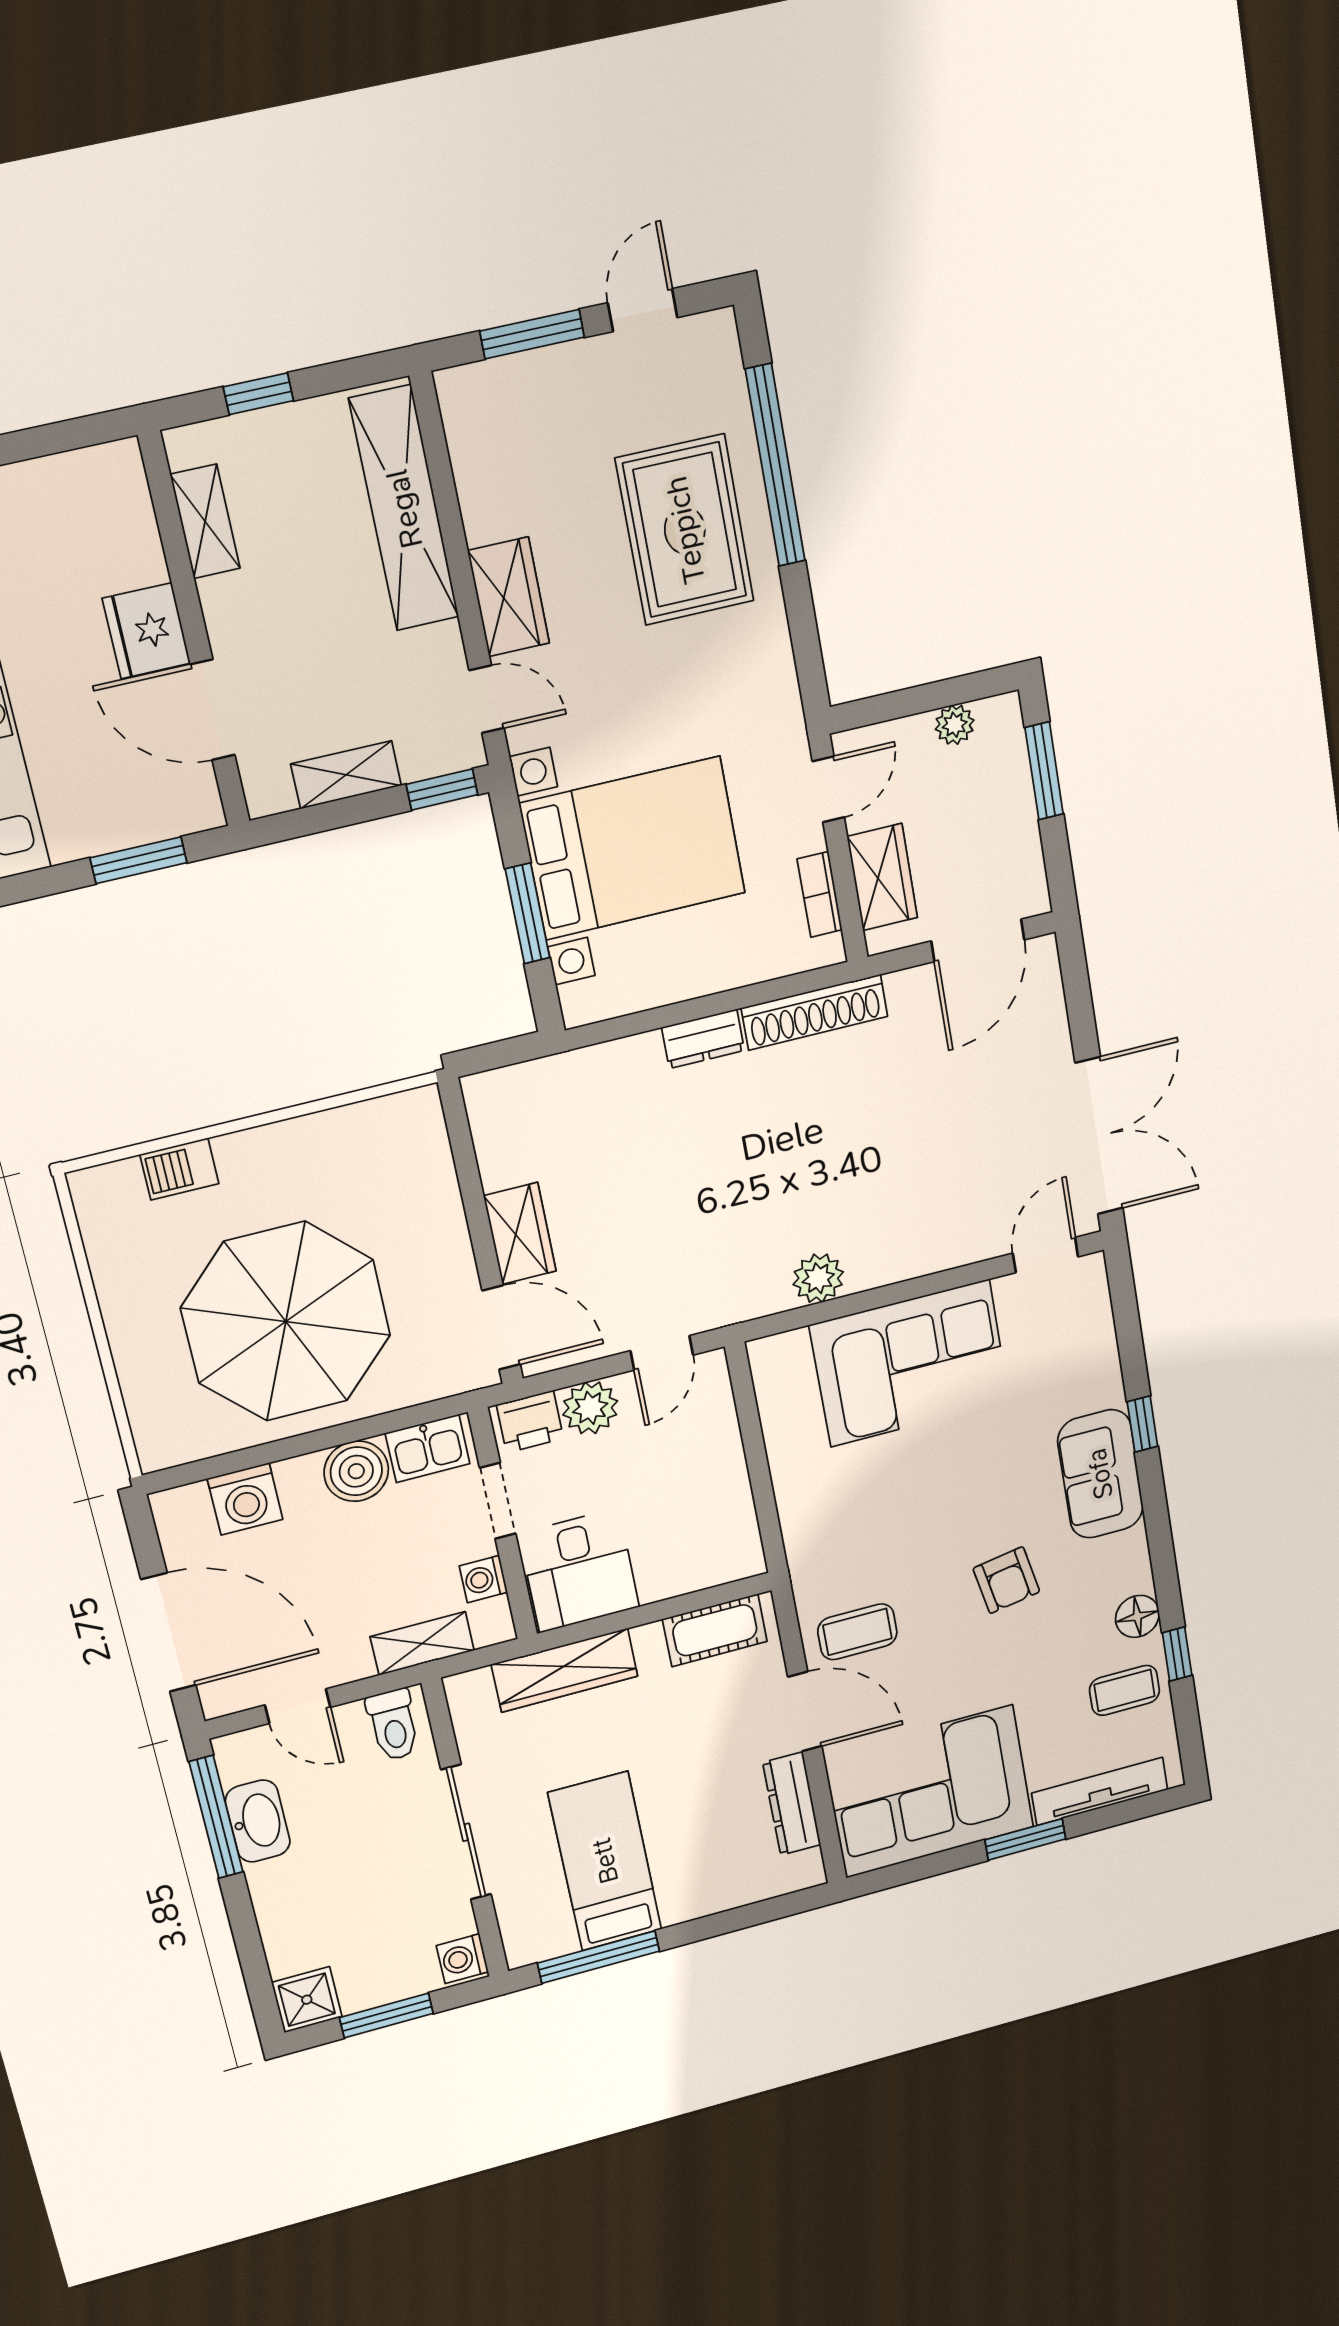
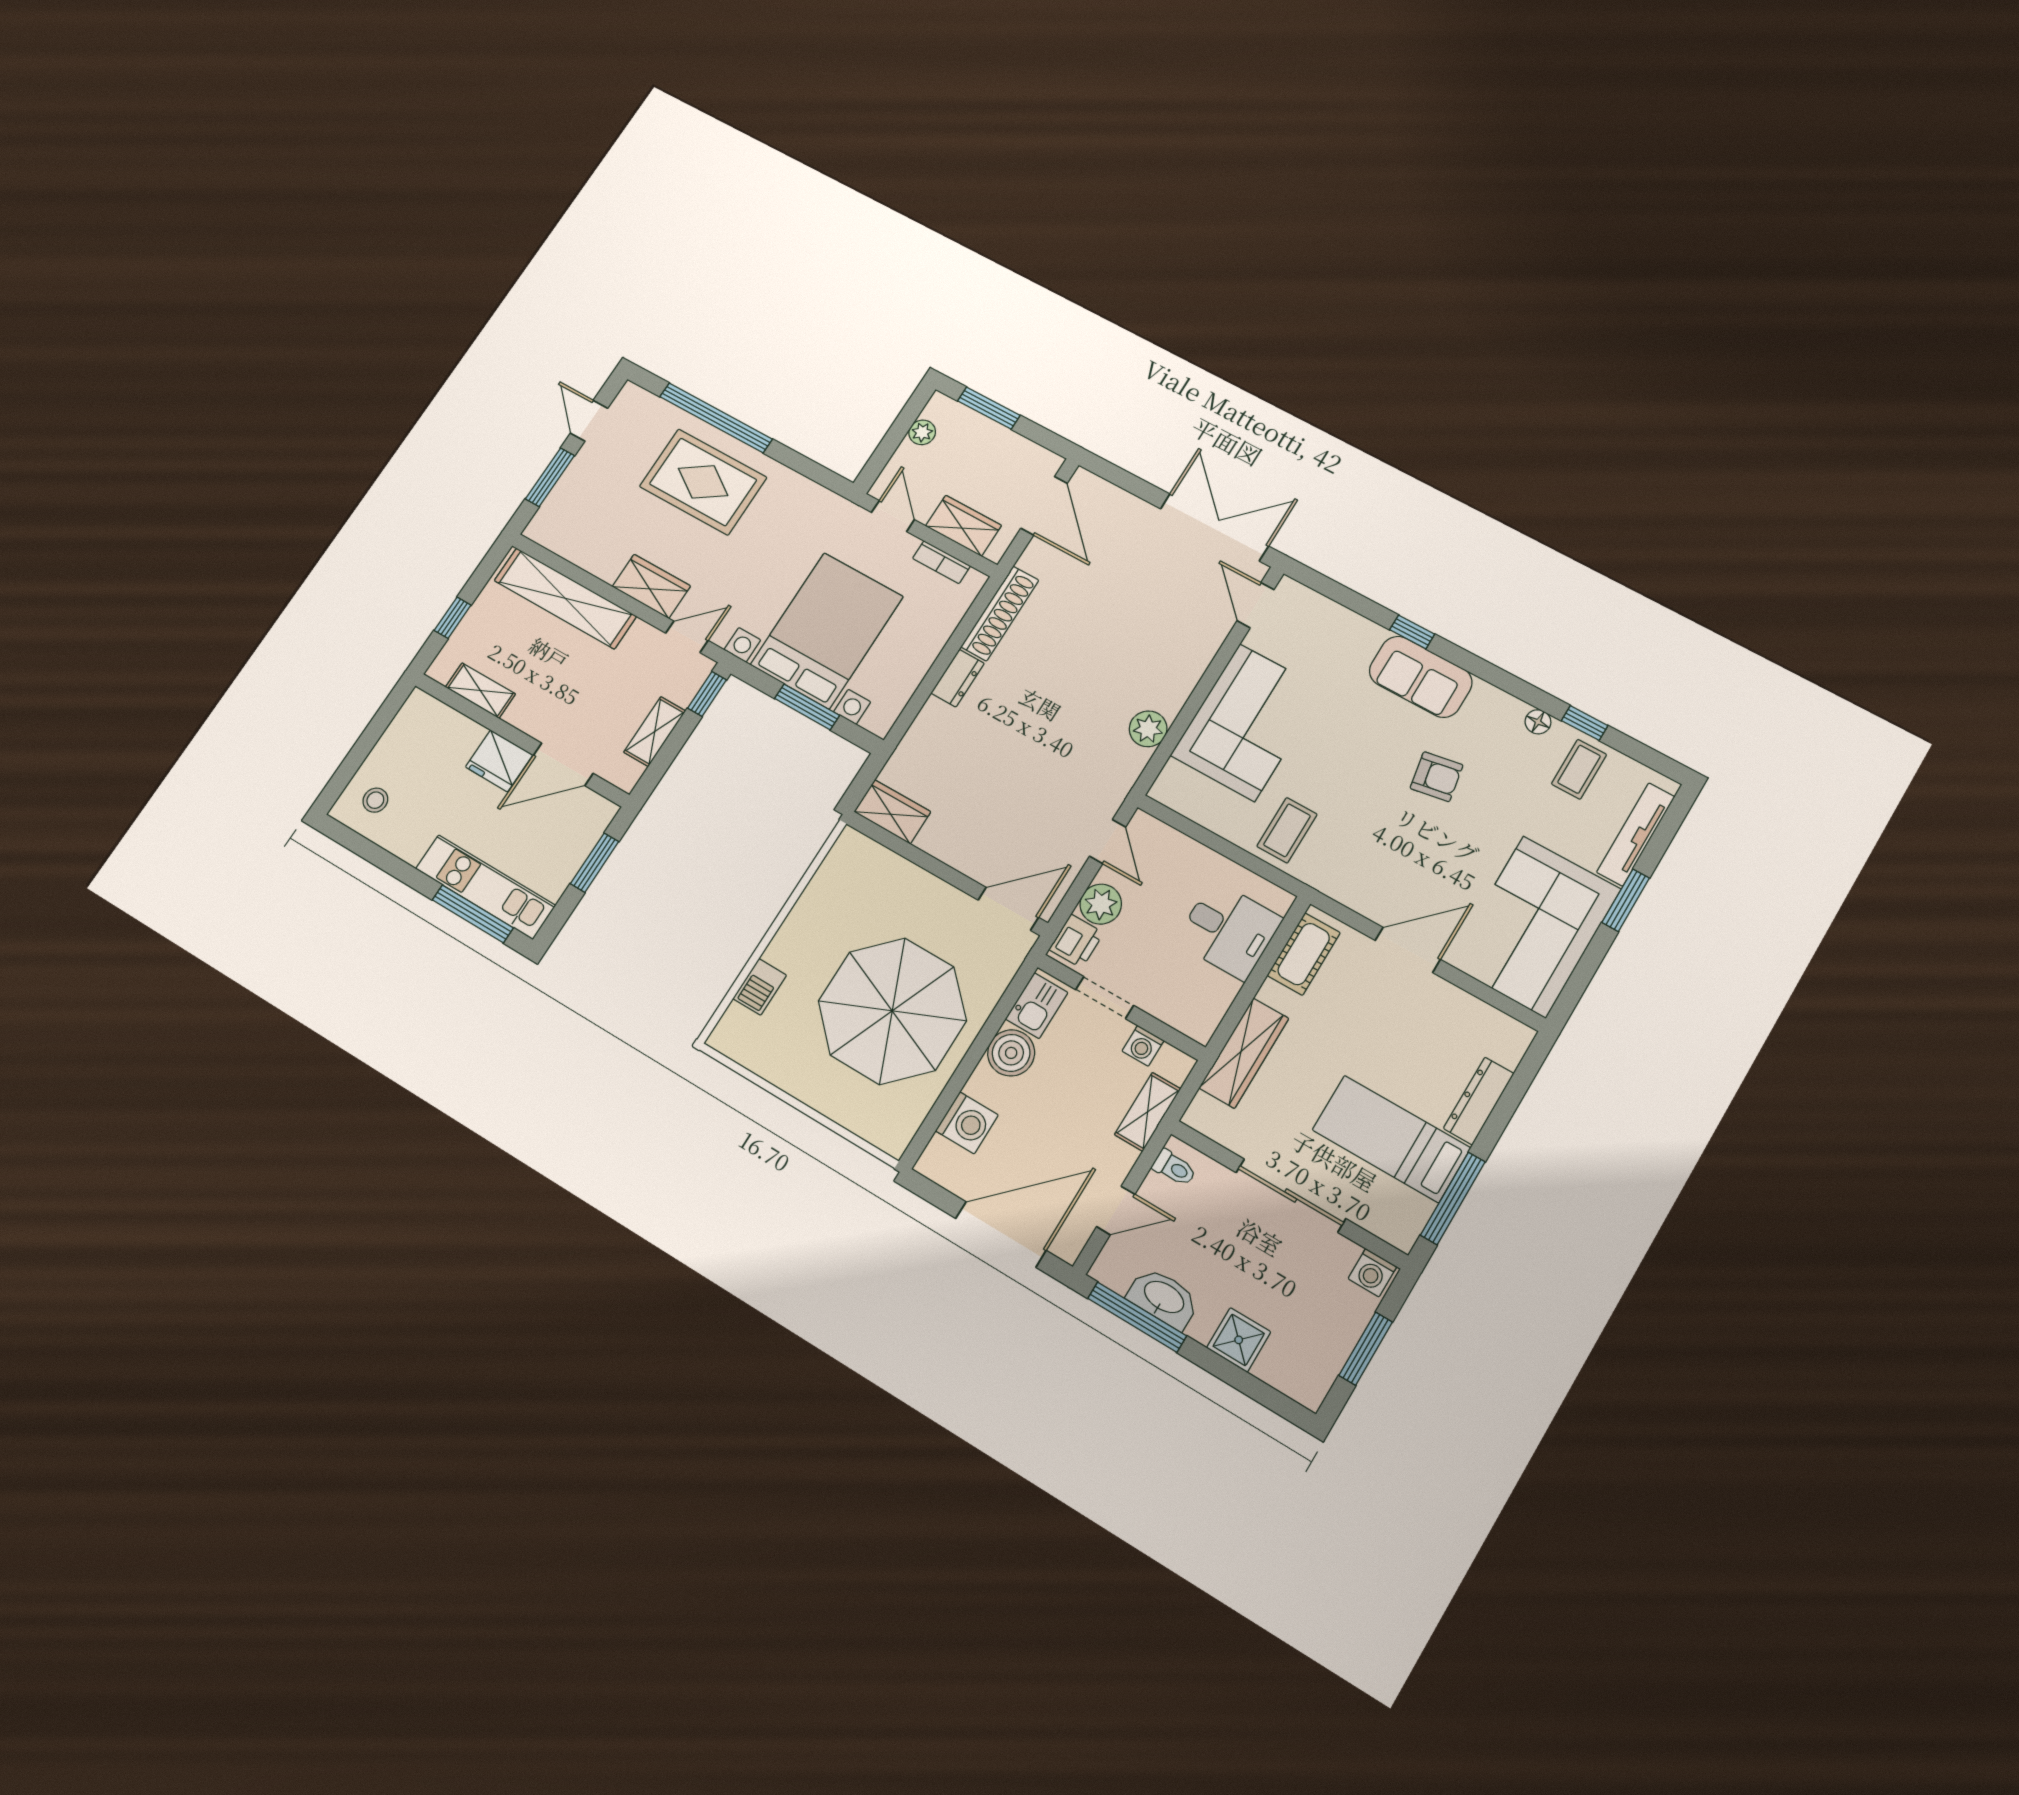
wardrobe: (520, 1234) -> (892, 812), moved
desk: (579, 1570) -> (1229, 930), moved
floor lamp: (1137, 1616) -> (1538, 722), width x0.73, depth x0.73
coffee table: (857, 1632) -> (1287, 830), moved
toilet: (393, 1725) -> (1174, 1168), width x0.73, depth x0.72
dresser: (792, 1804) -> (1479, 1101), moved, turned 90
shower: (307, 2000) -> (1239, 1340), moved

